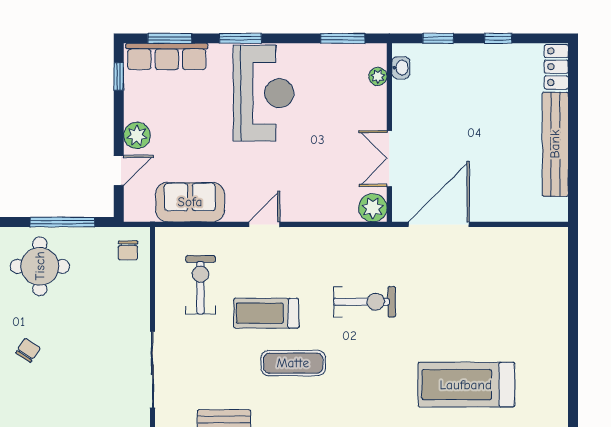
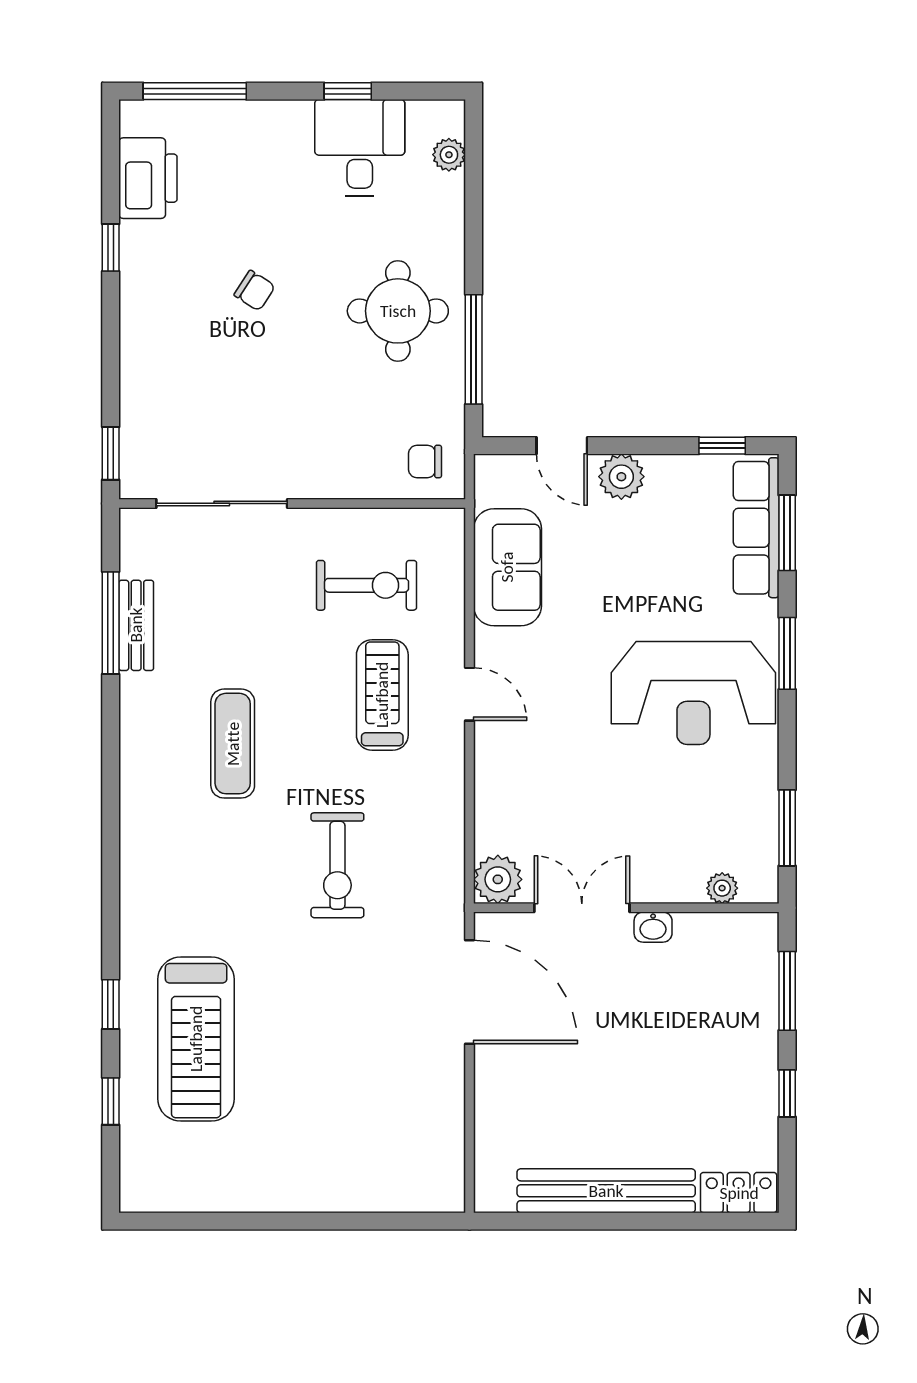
window: (438, 38) -> (787, 991), width x1.50
washbasin: (401, 68) -> (653, 927), moved
treadmill: (266, 313) -> (382, 695), moved
treadmill: (466, 385) -> (196, 1039), turned 180

